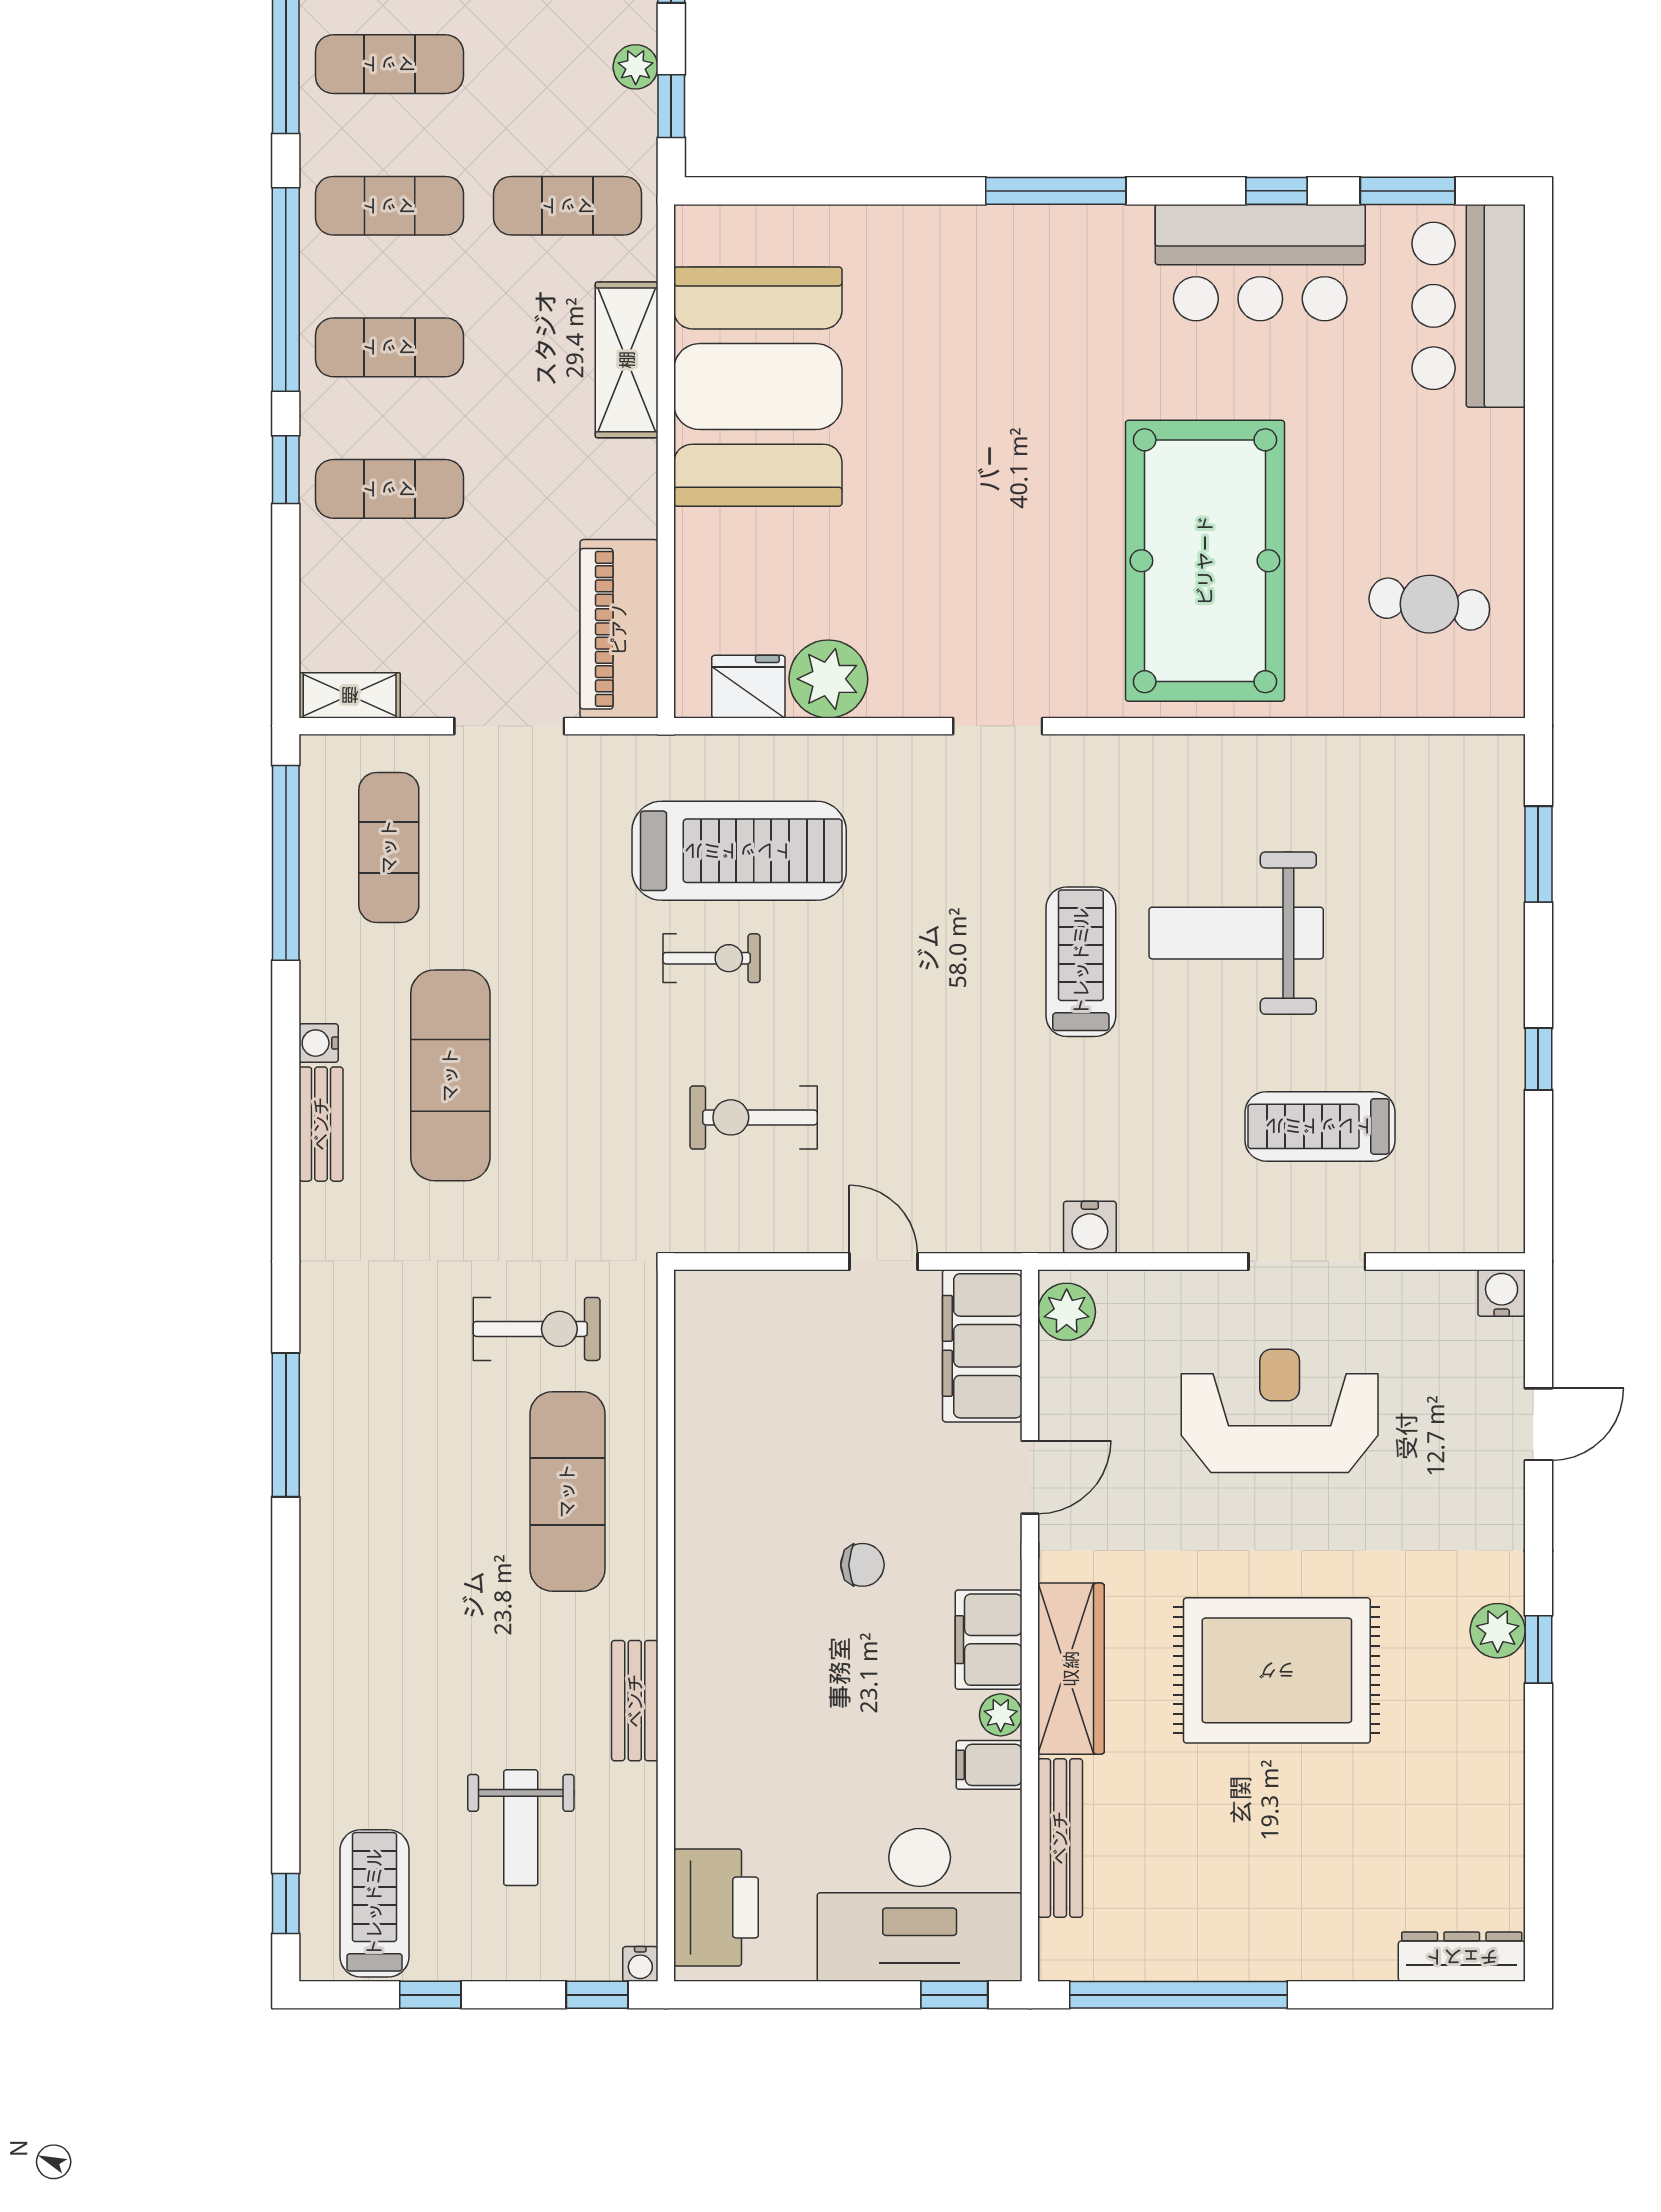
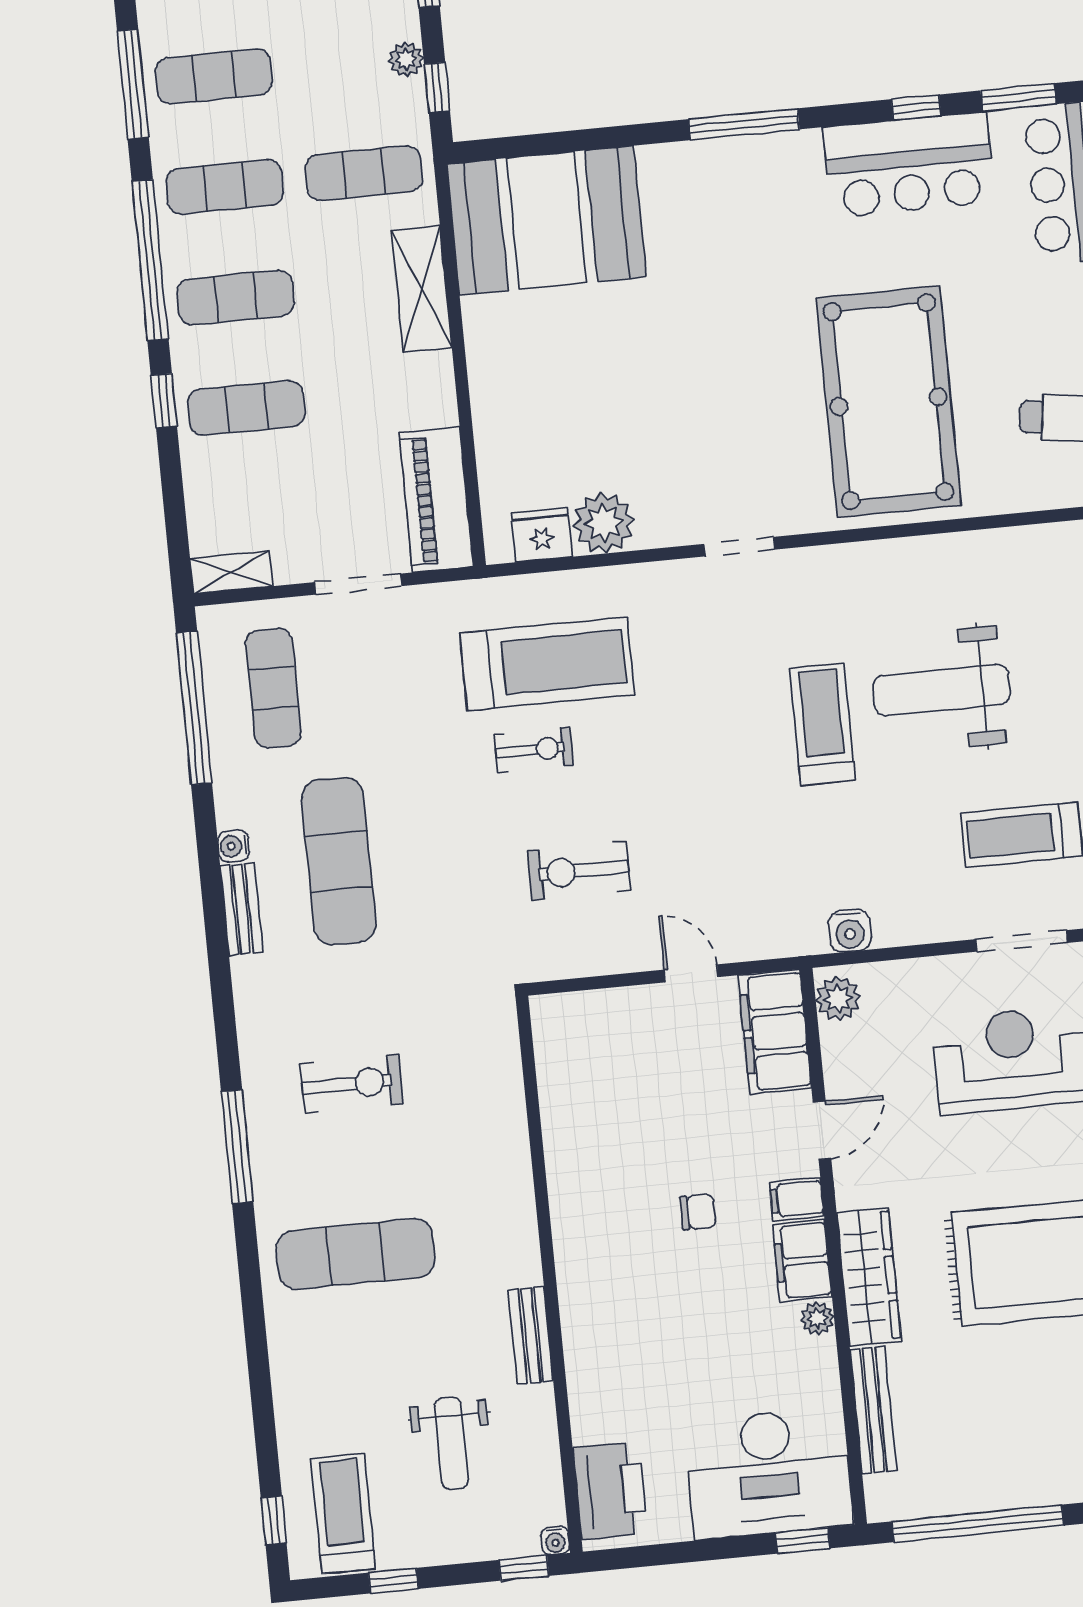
booth: (758, 387) -> (547, 220), moved, turned 90
exercise bike: (537, 1329) -> (352, 1084), moved
exercise mat: (567, 1491) -> (356, 1254), moved, turned 90
filing cabinet: (989, 1765) -> (797, 1199), moved

